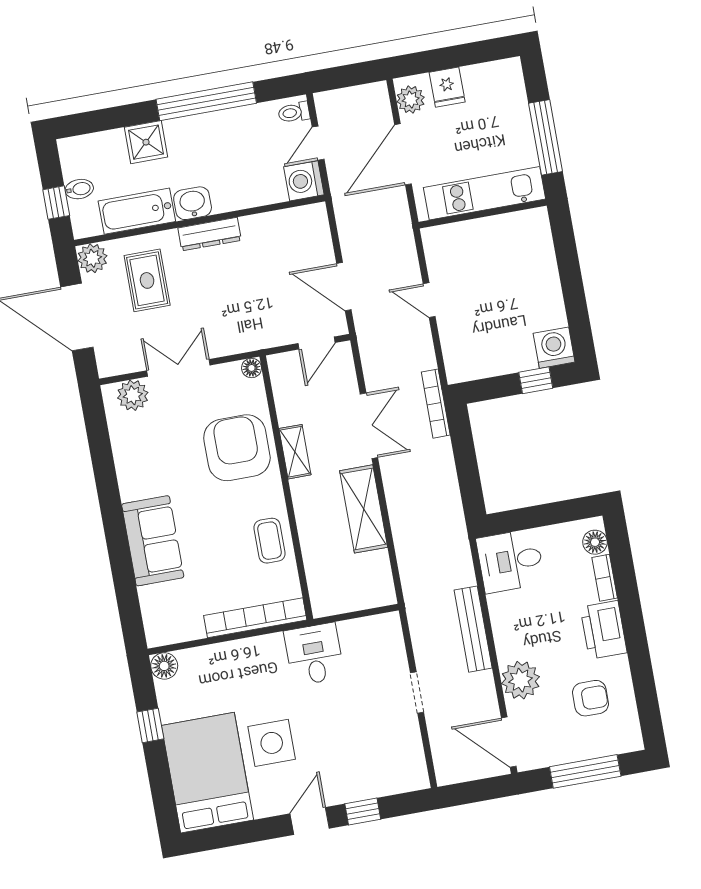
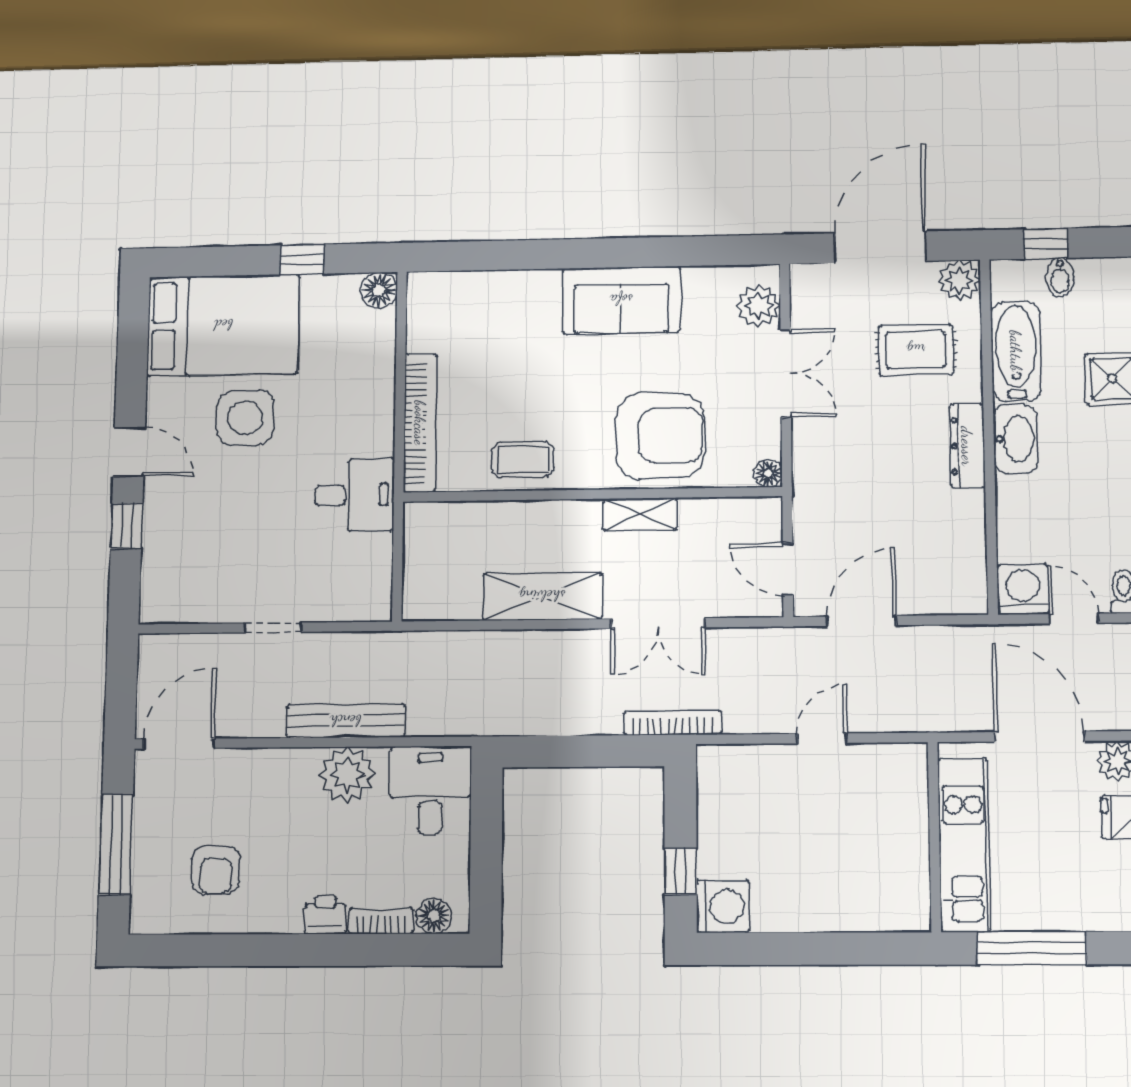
washbasin: (193, 203) -> (1015, 439), width x1.38
sofa: (153, 541) -> (621, 300), moved
printer: (604, 630) -> (325, 915), width x0.53, depth x0.68
plant: (521, 680) -> (347, 775), moved

